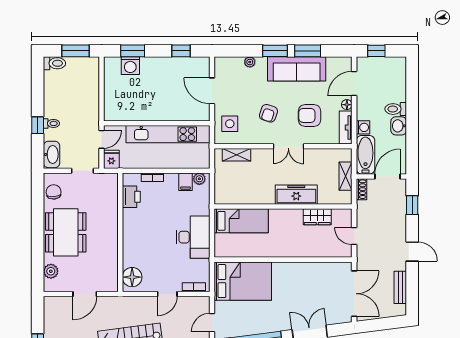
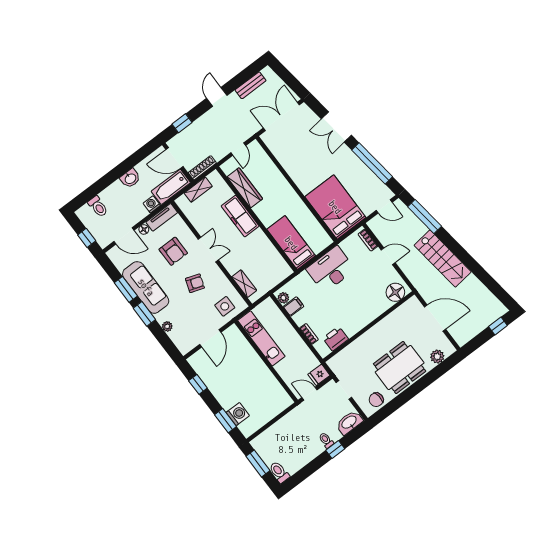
toilet: (396, 109) -> (98, 206), moved
kitchen unit: (168, 134) -> (261, 338), width x0.73
shoe rack: (361, 189) -> (202, 168), width x1.43
wardrobe: (317, 217) -> (245, 188), width x1.50
door: (85, 294) -> (435, 318), width x1.36

